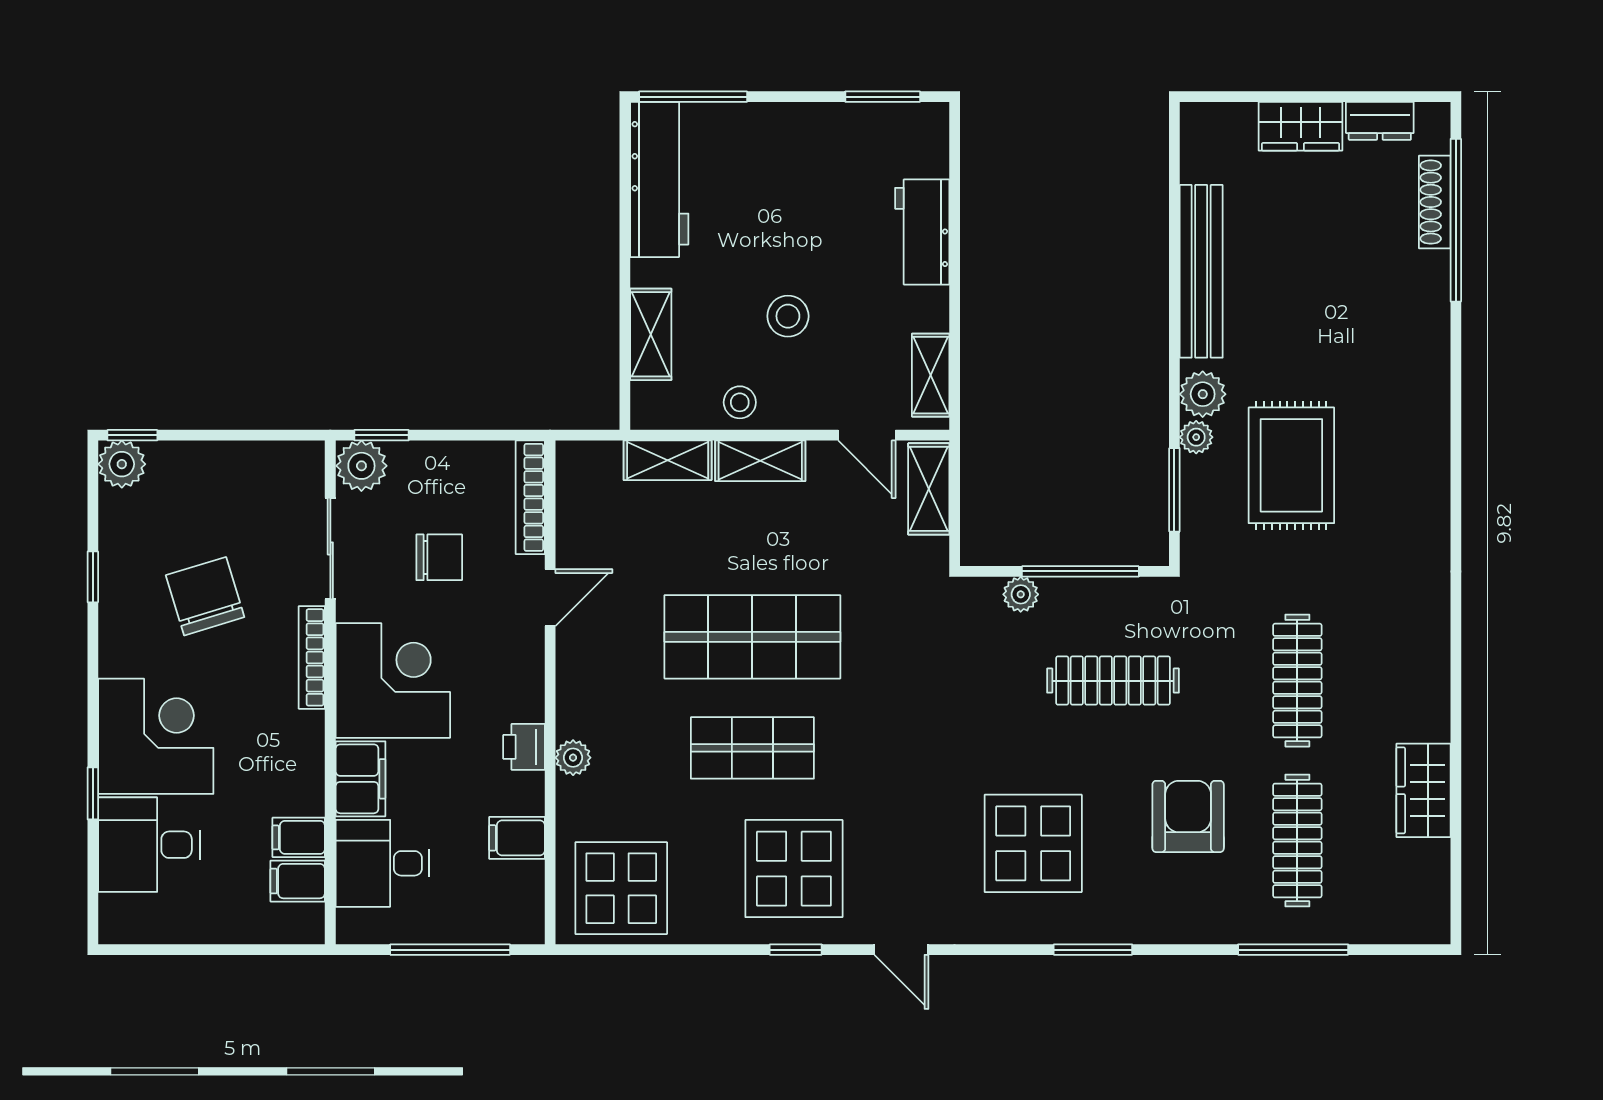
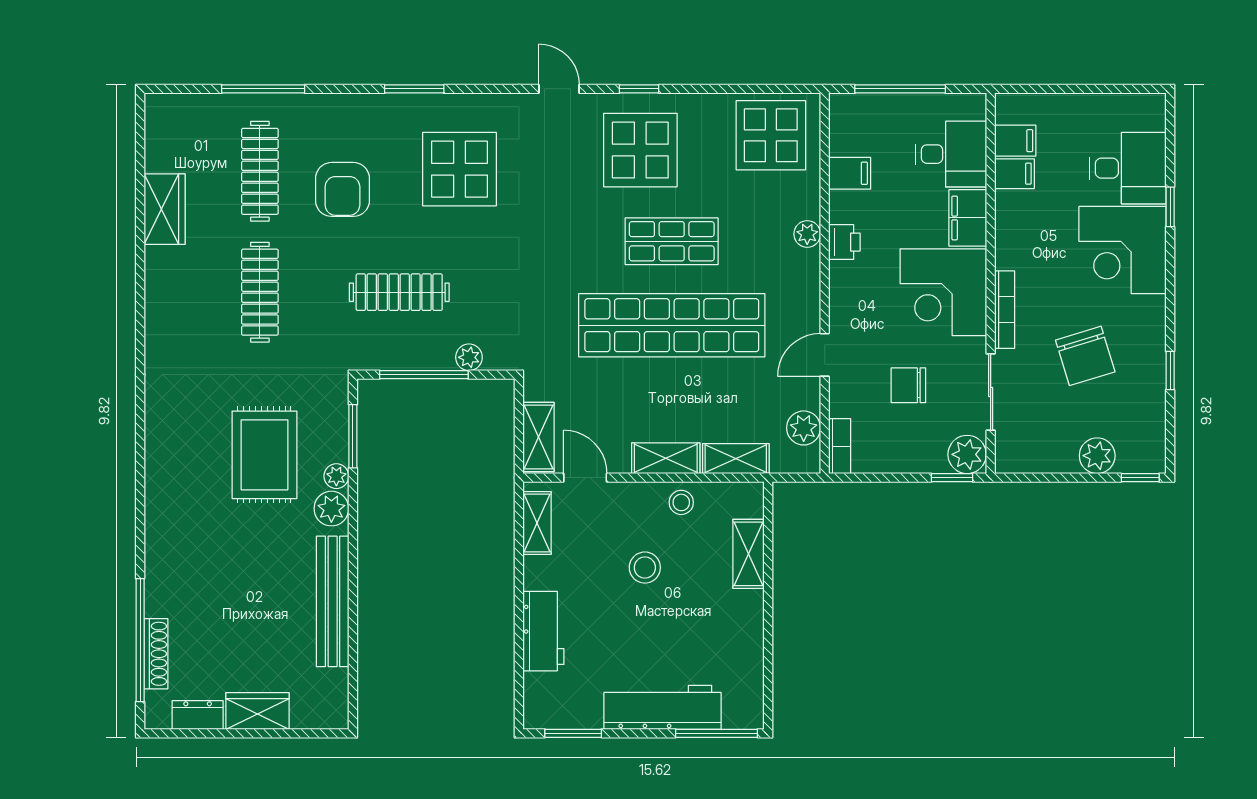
workbench: (659, 179) -> (663, 707), moved, turned 90
plant: (122, 464) -> (1097, 456), moved
bookcase: (530, 497) -> (840, 446), width x0.64
plant: (578, 501) -> (804, 428), added
shop shelf: (752, 637) -> (672, 325), width x1.40

